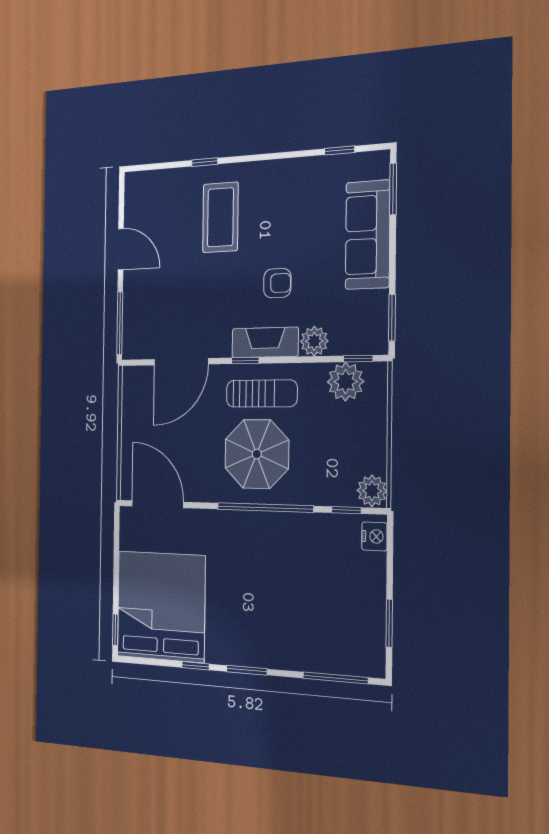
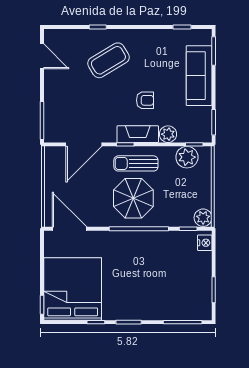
coffee table: (220, 217) -> (108, 60), turned 59
door: (121, 249) -> (42, 56), moved
sun lounger: (262, 393) -> (136, 163), turned 180

